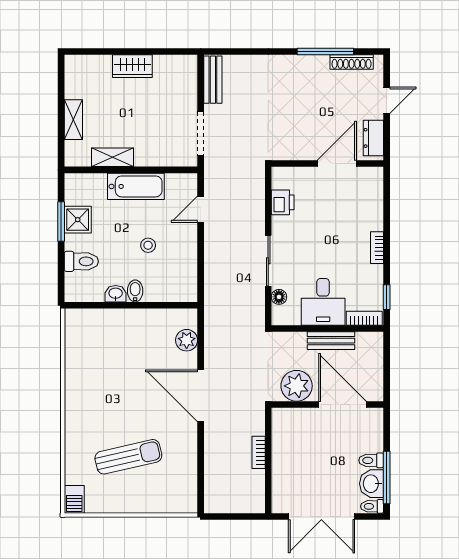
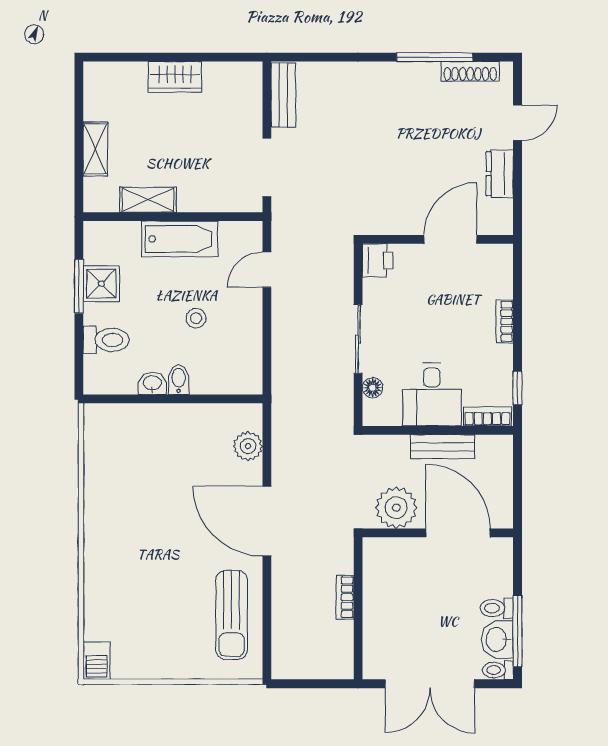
wall: (327, 164) -> (438, 239), moved
door: (337, 164) -> (450, 239), moved
sun lounger: (128, 457) -> (232, 615), moved, turned 103

